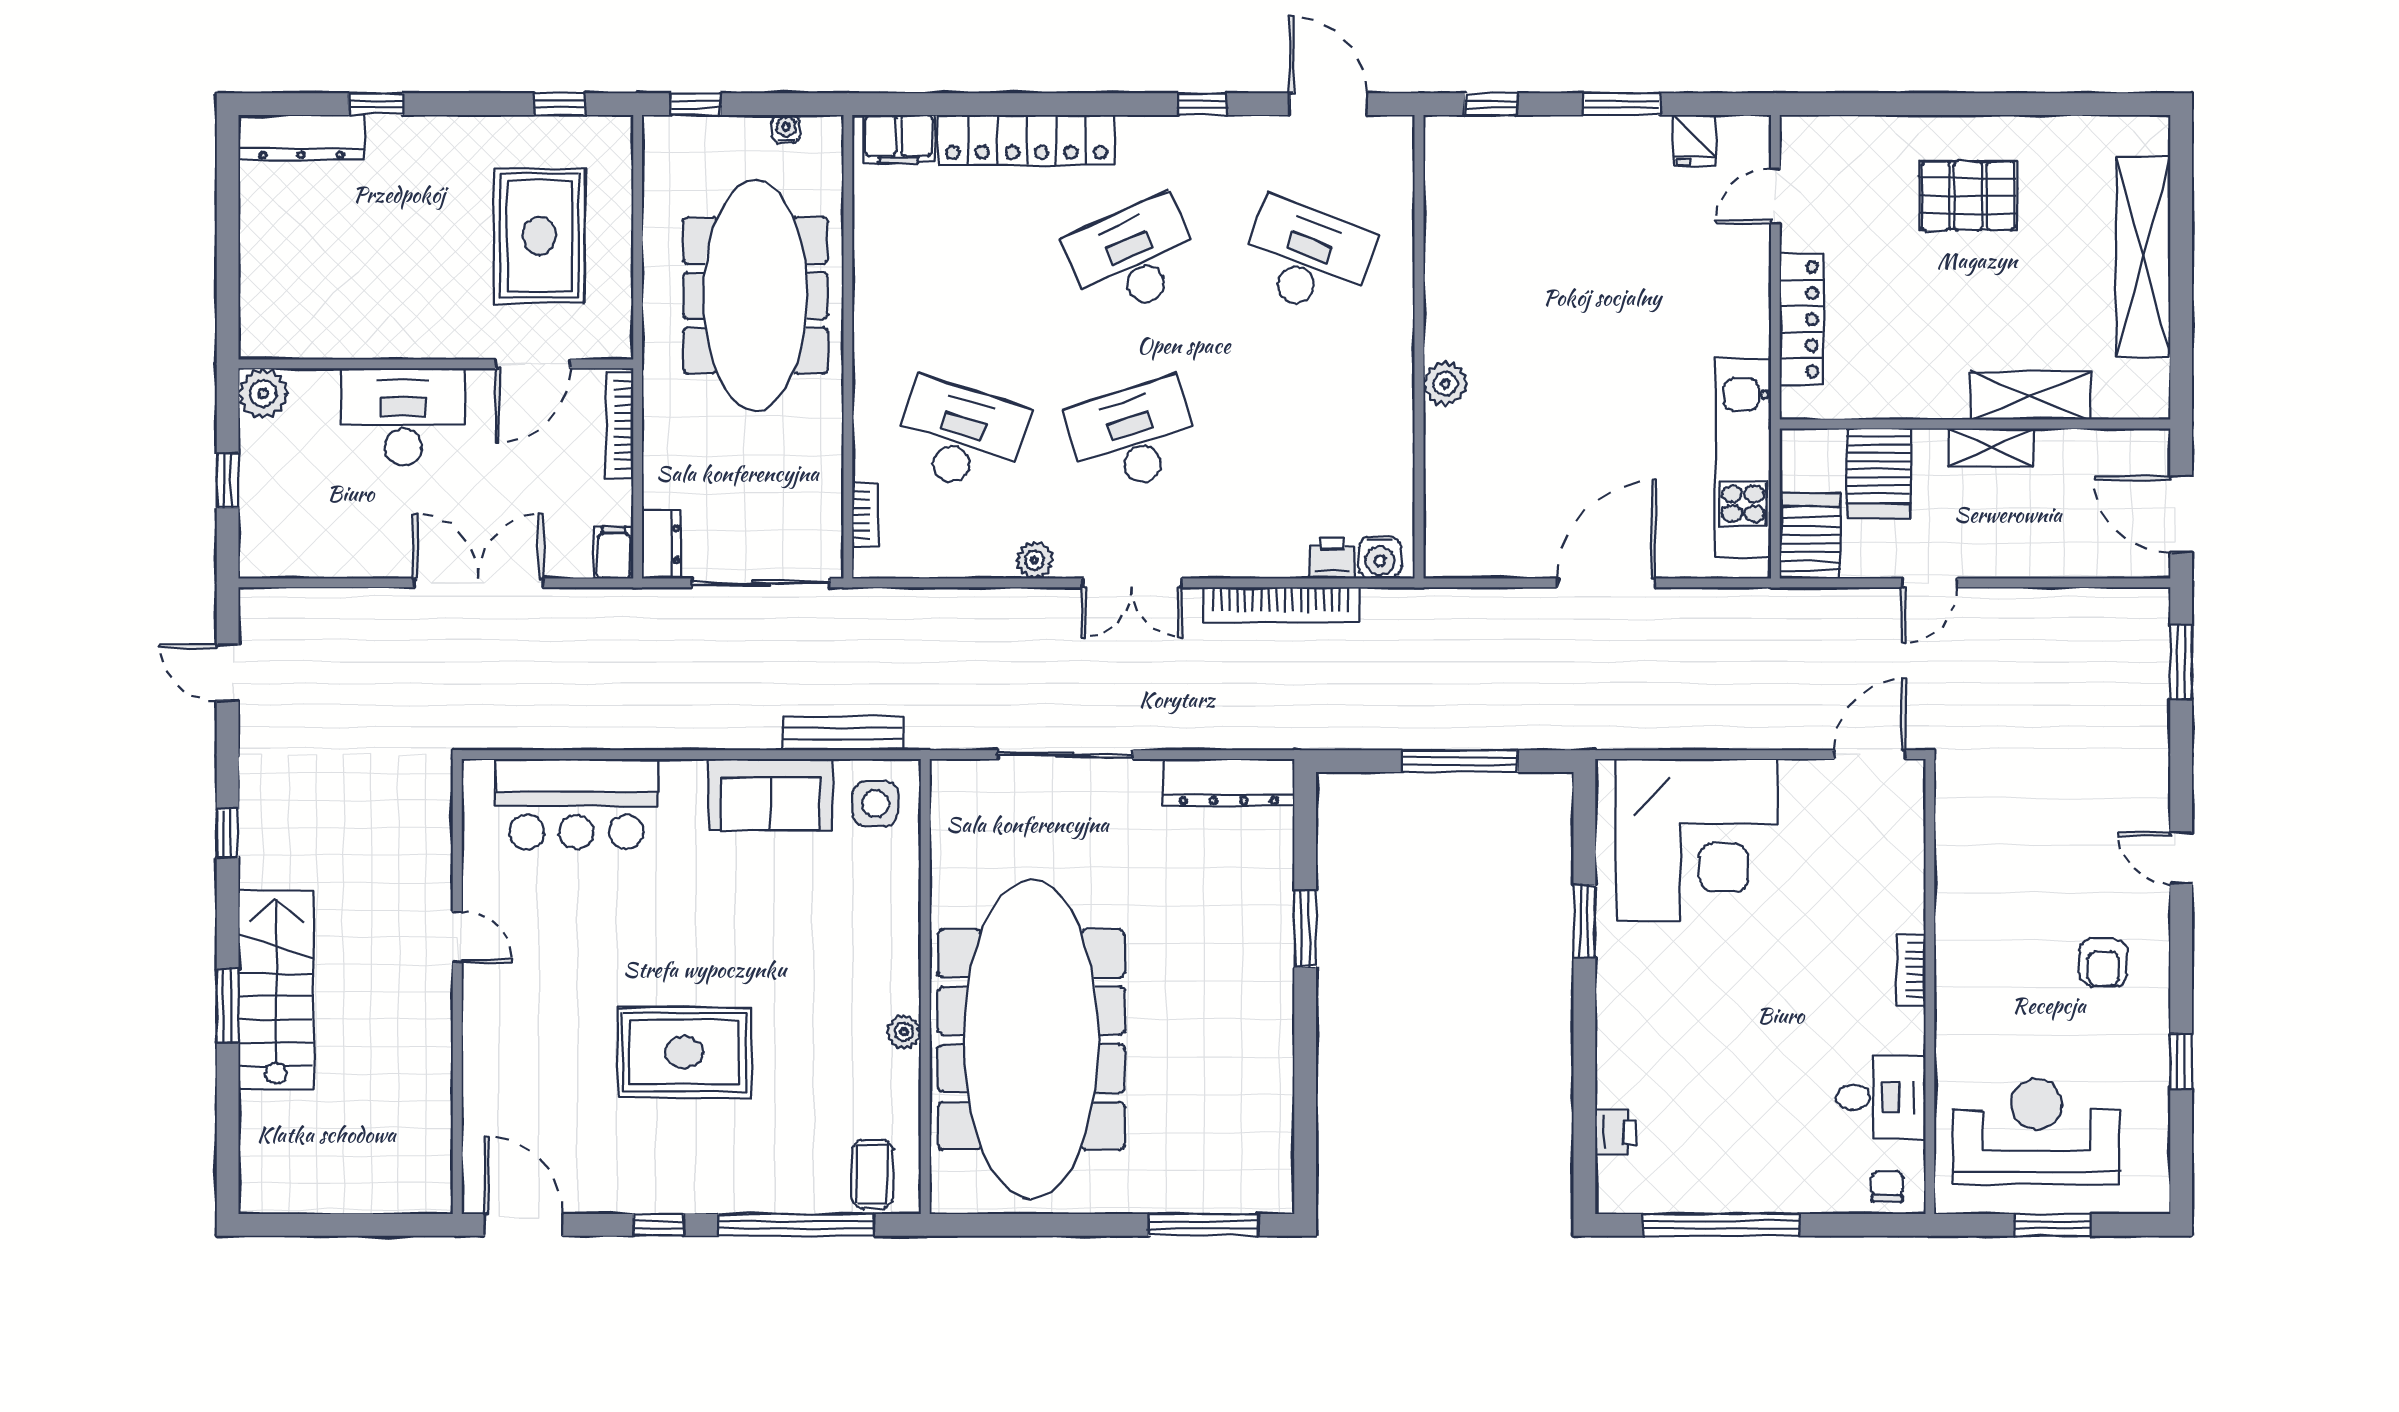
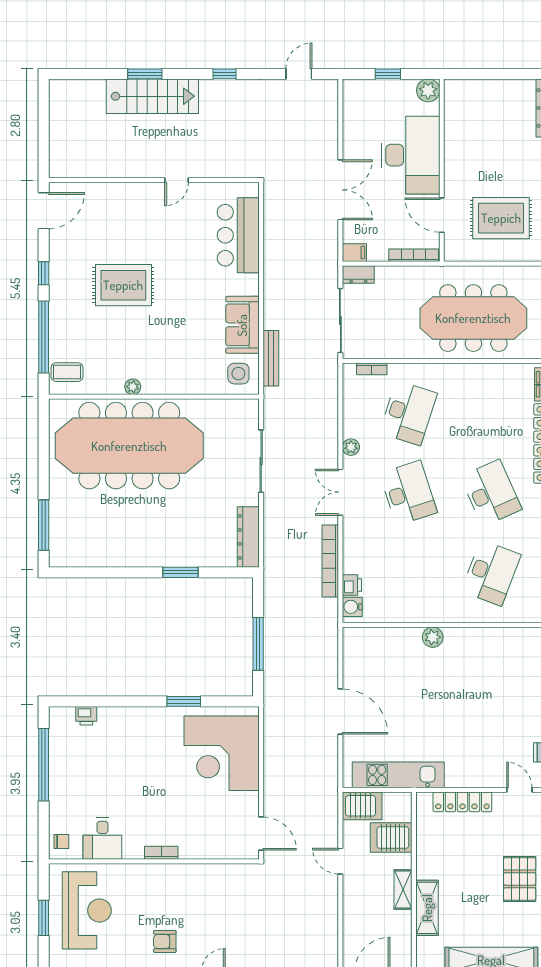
desk: (403, 417) -> (410, 155), width x1.36, depth x1.30
rug: (684, 1052) -> (123, 285), turned 90

